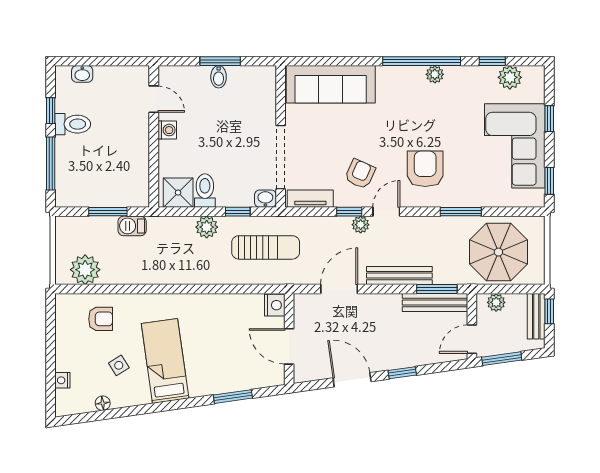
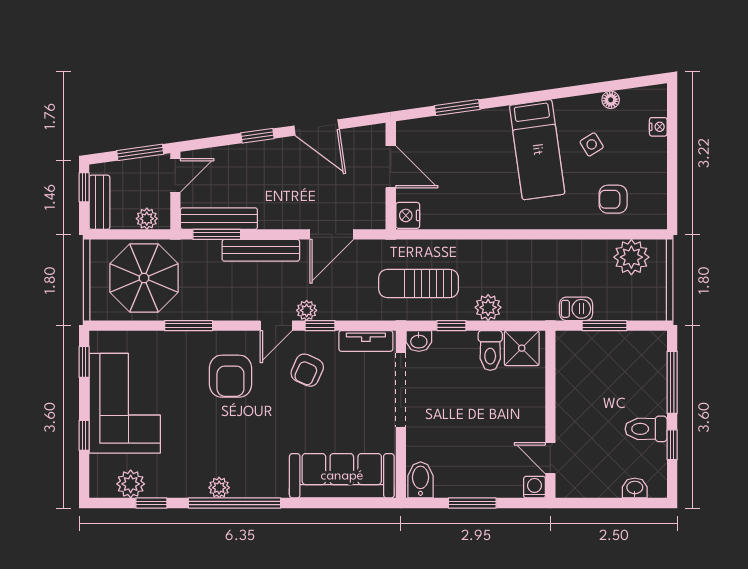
bidet: (219, 77) -> (421, 480), moved, width x1.38, depth x1.36
washing machine: (167, 130) -> (535, 487), moved, turned 90
window: (549, 311) -> (84, 187), moved

